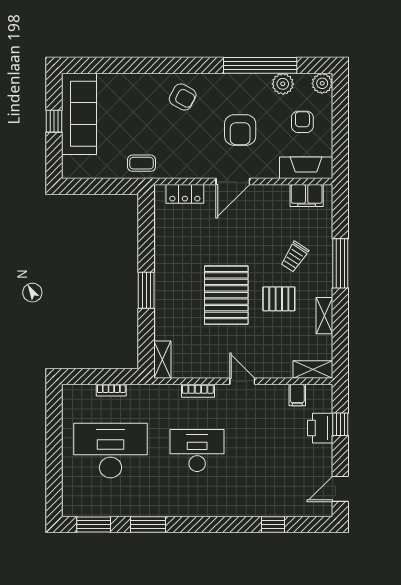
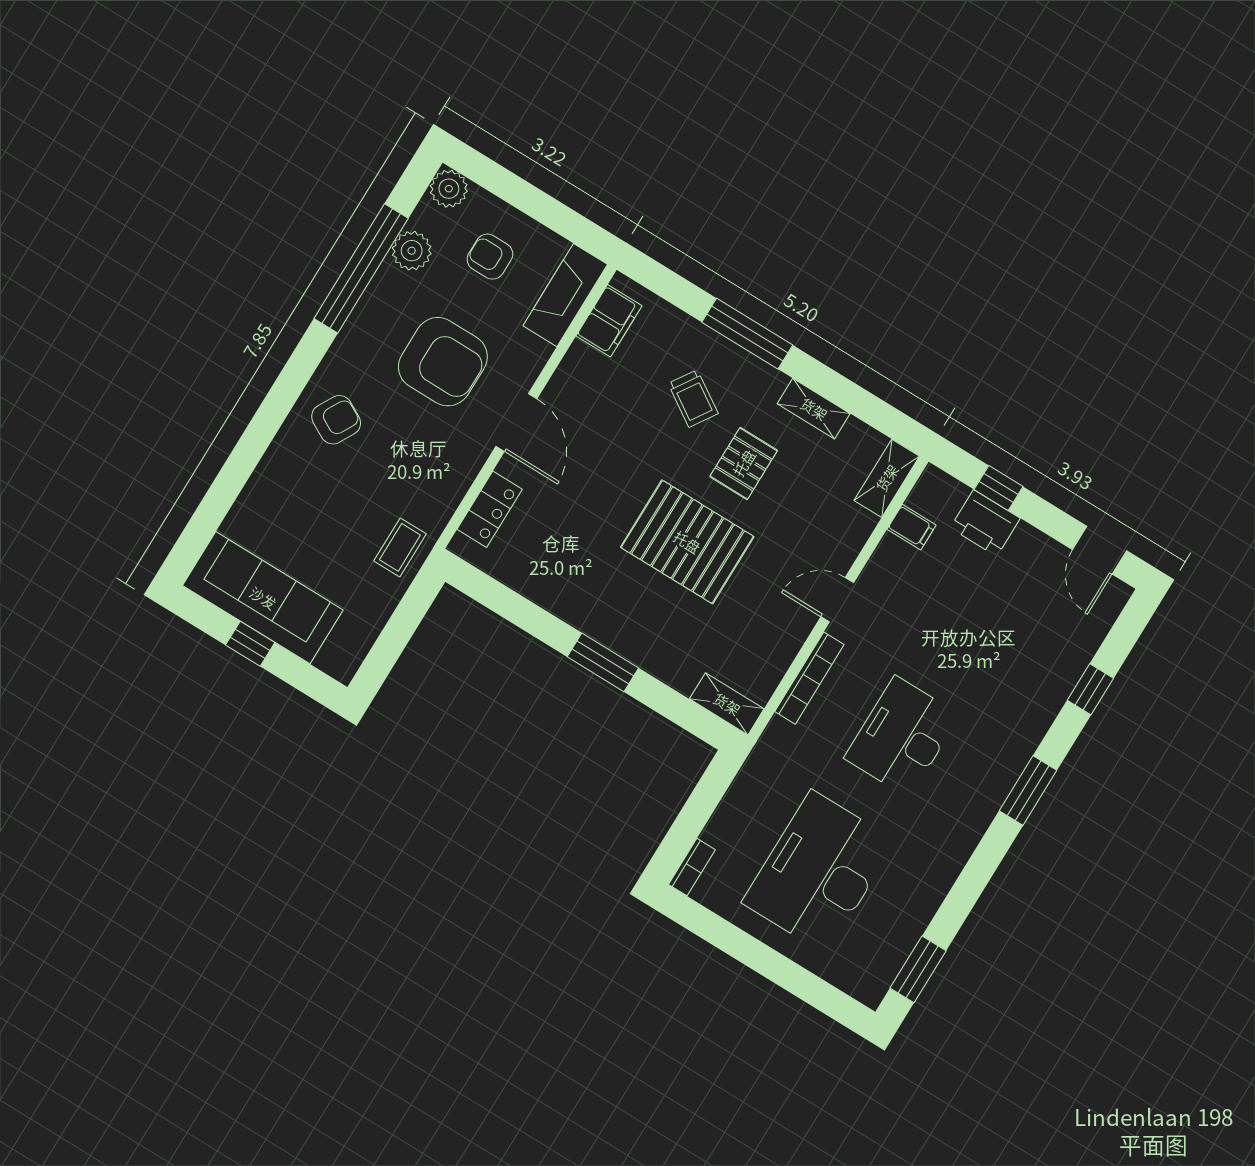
armchair: (240, 130) -> (443, 362), width x1.36, depth x1.36
bookcase: (111, 390) -> (692, 867), moved
bookcase: (198, 391) -> (809, 678), width x1.56
window: (148, 524) -> (1028, 791), moved

